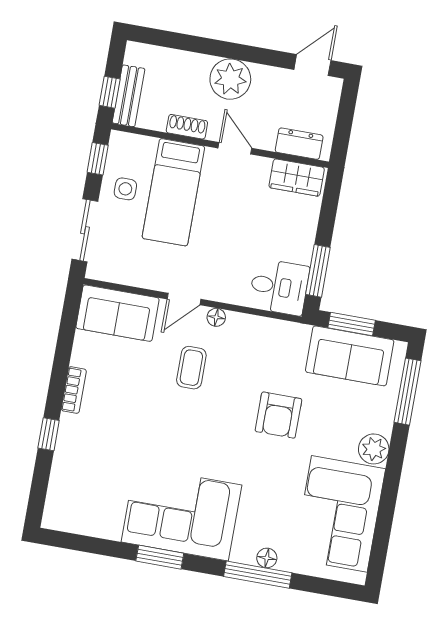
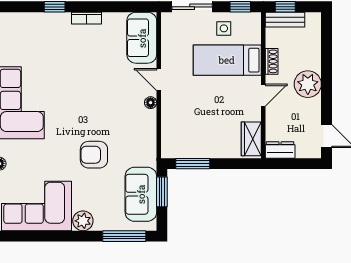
dresser: (299, 144) -> (280, 150), moved, turned -90
desk: (279, 287) -> (178, 140), removed
coffee table: (191, 368) -> (115, 92), removed

